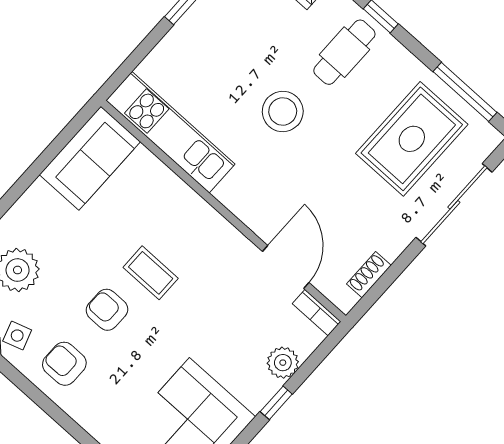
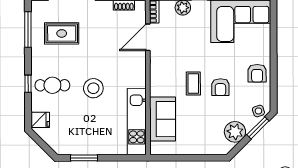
rug: (412, 139) -> (62, 33), width x0.73, depth x0.70
sofa: (90, 158) -> (163, 119), moved, turned 90
armchair: (64, 364) -> (257, 73), moved

